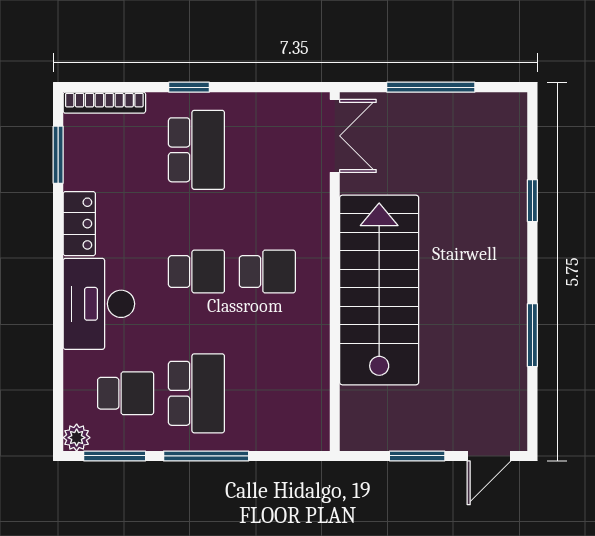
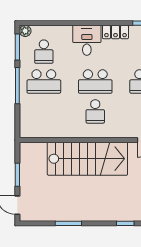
school desk: (196, 272) -> (95, 82), width x1.85
desk: (99, 304) -> (87, 40), width x0.73

